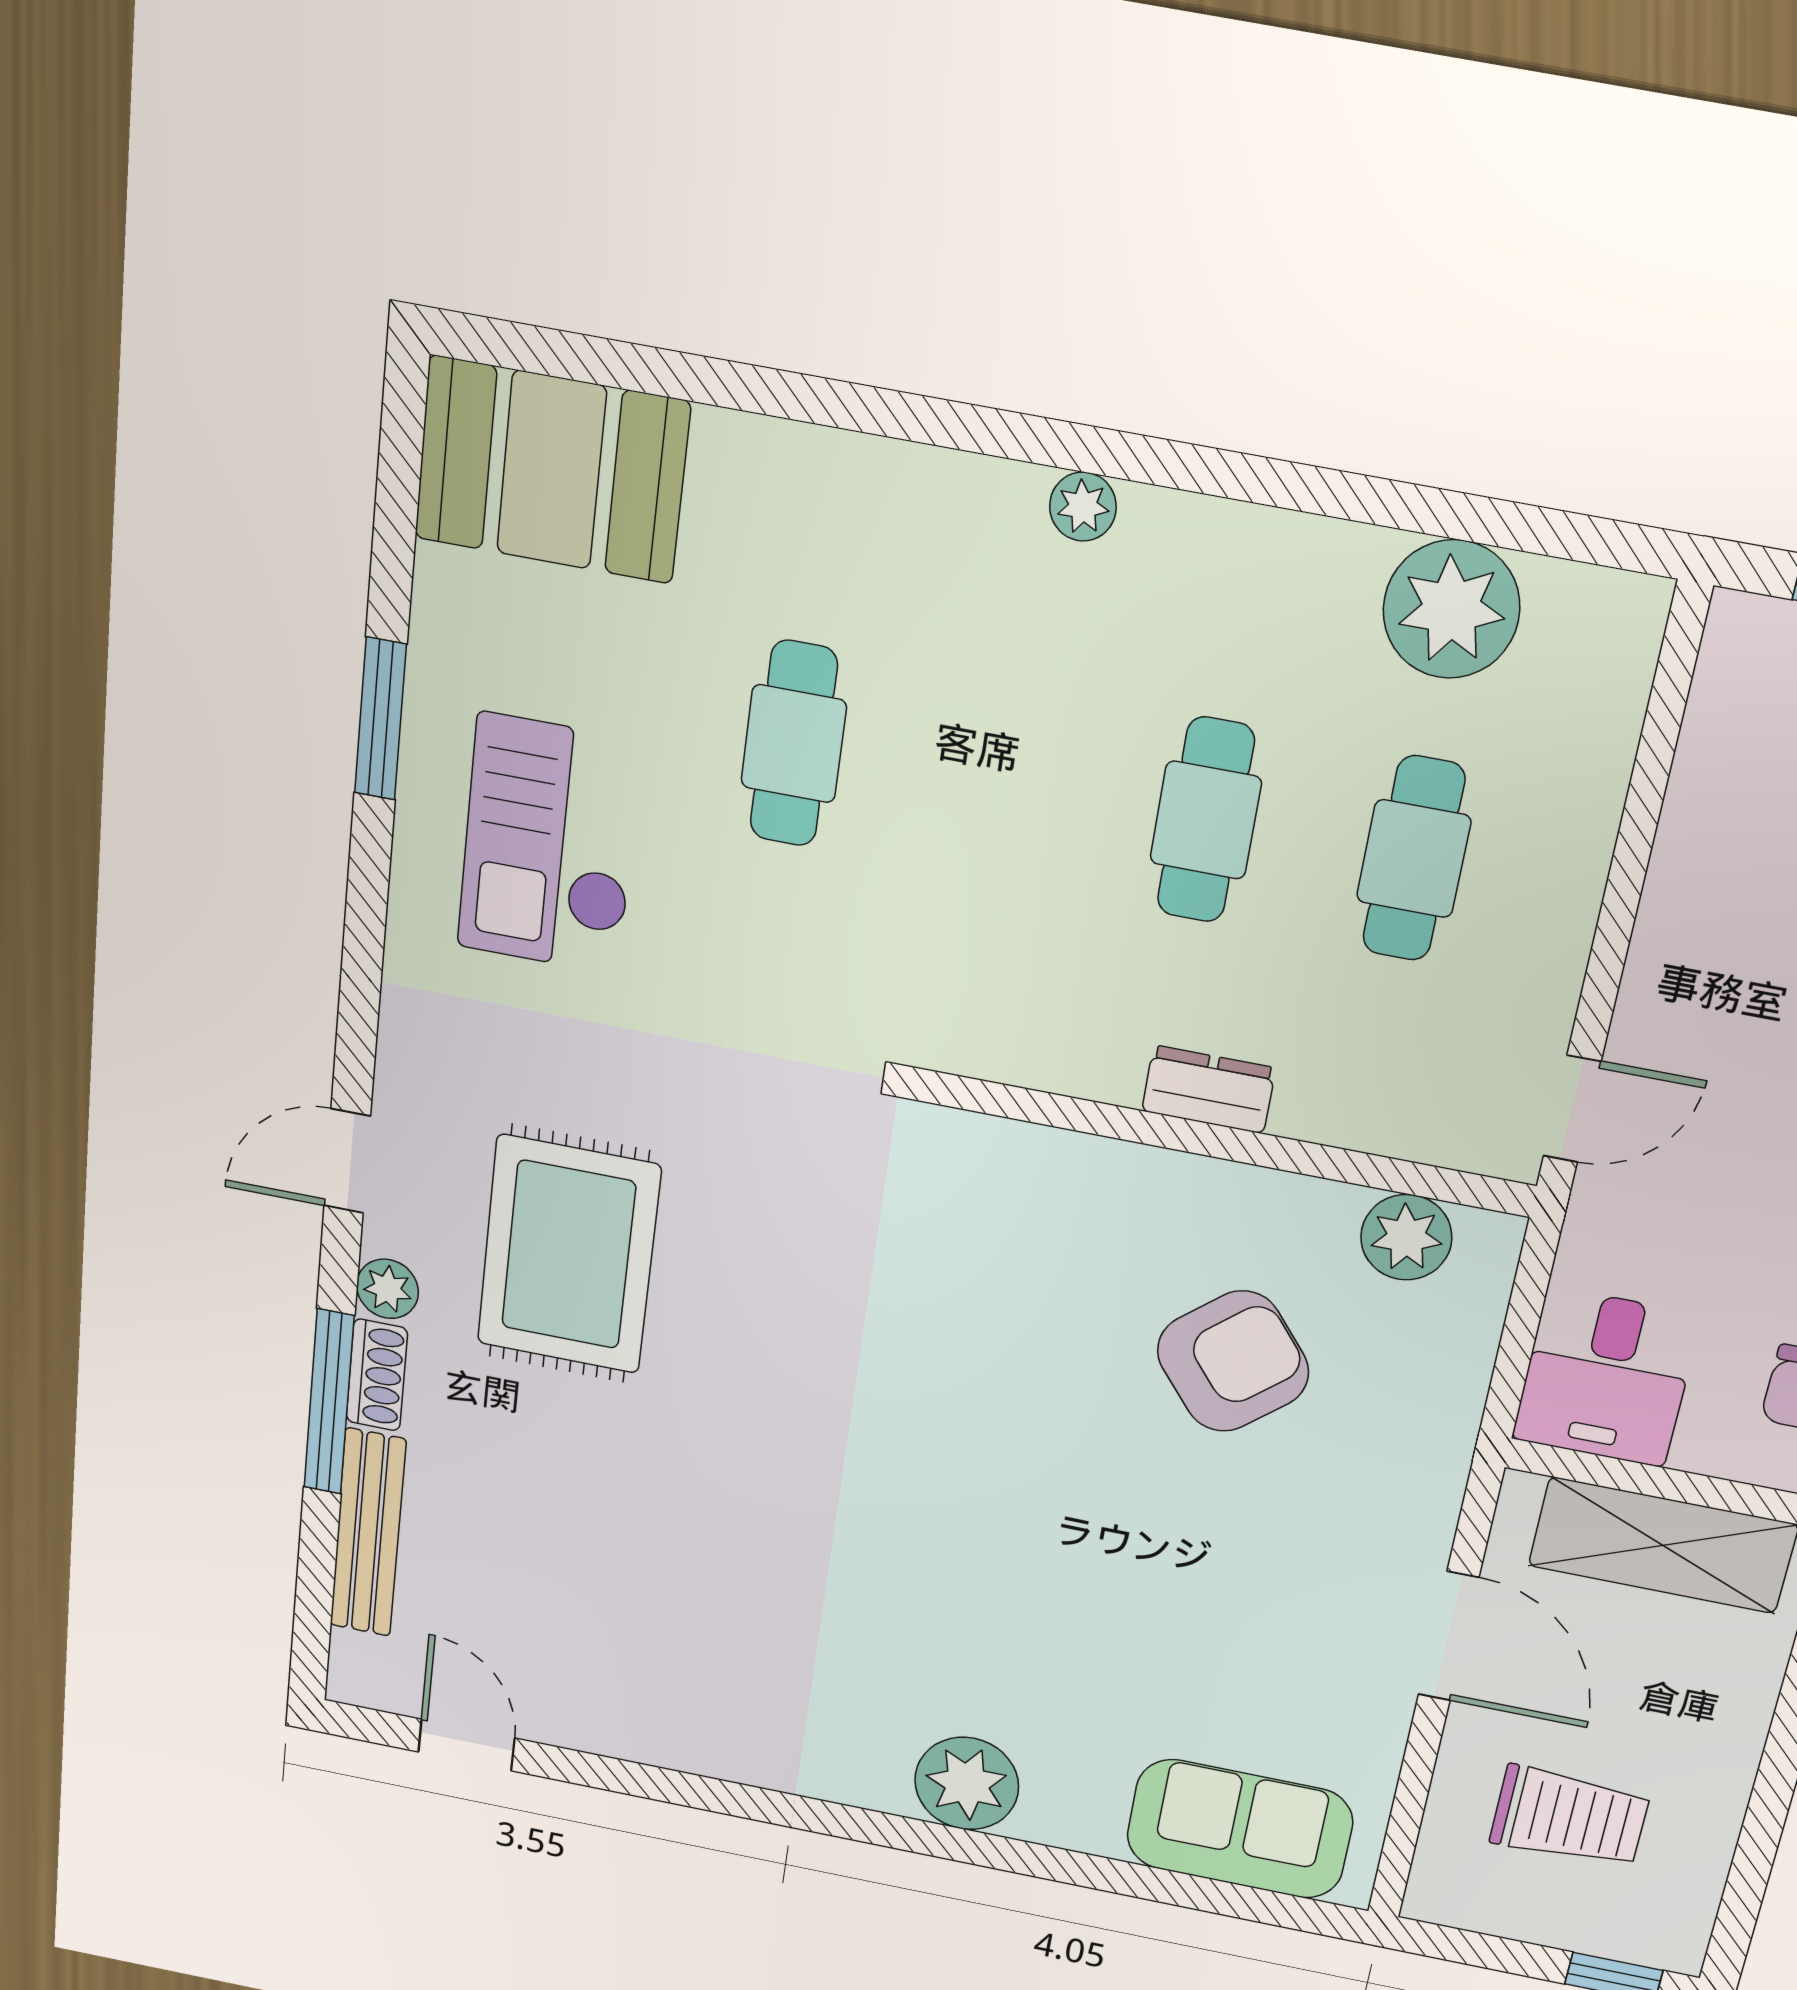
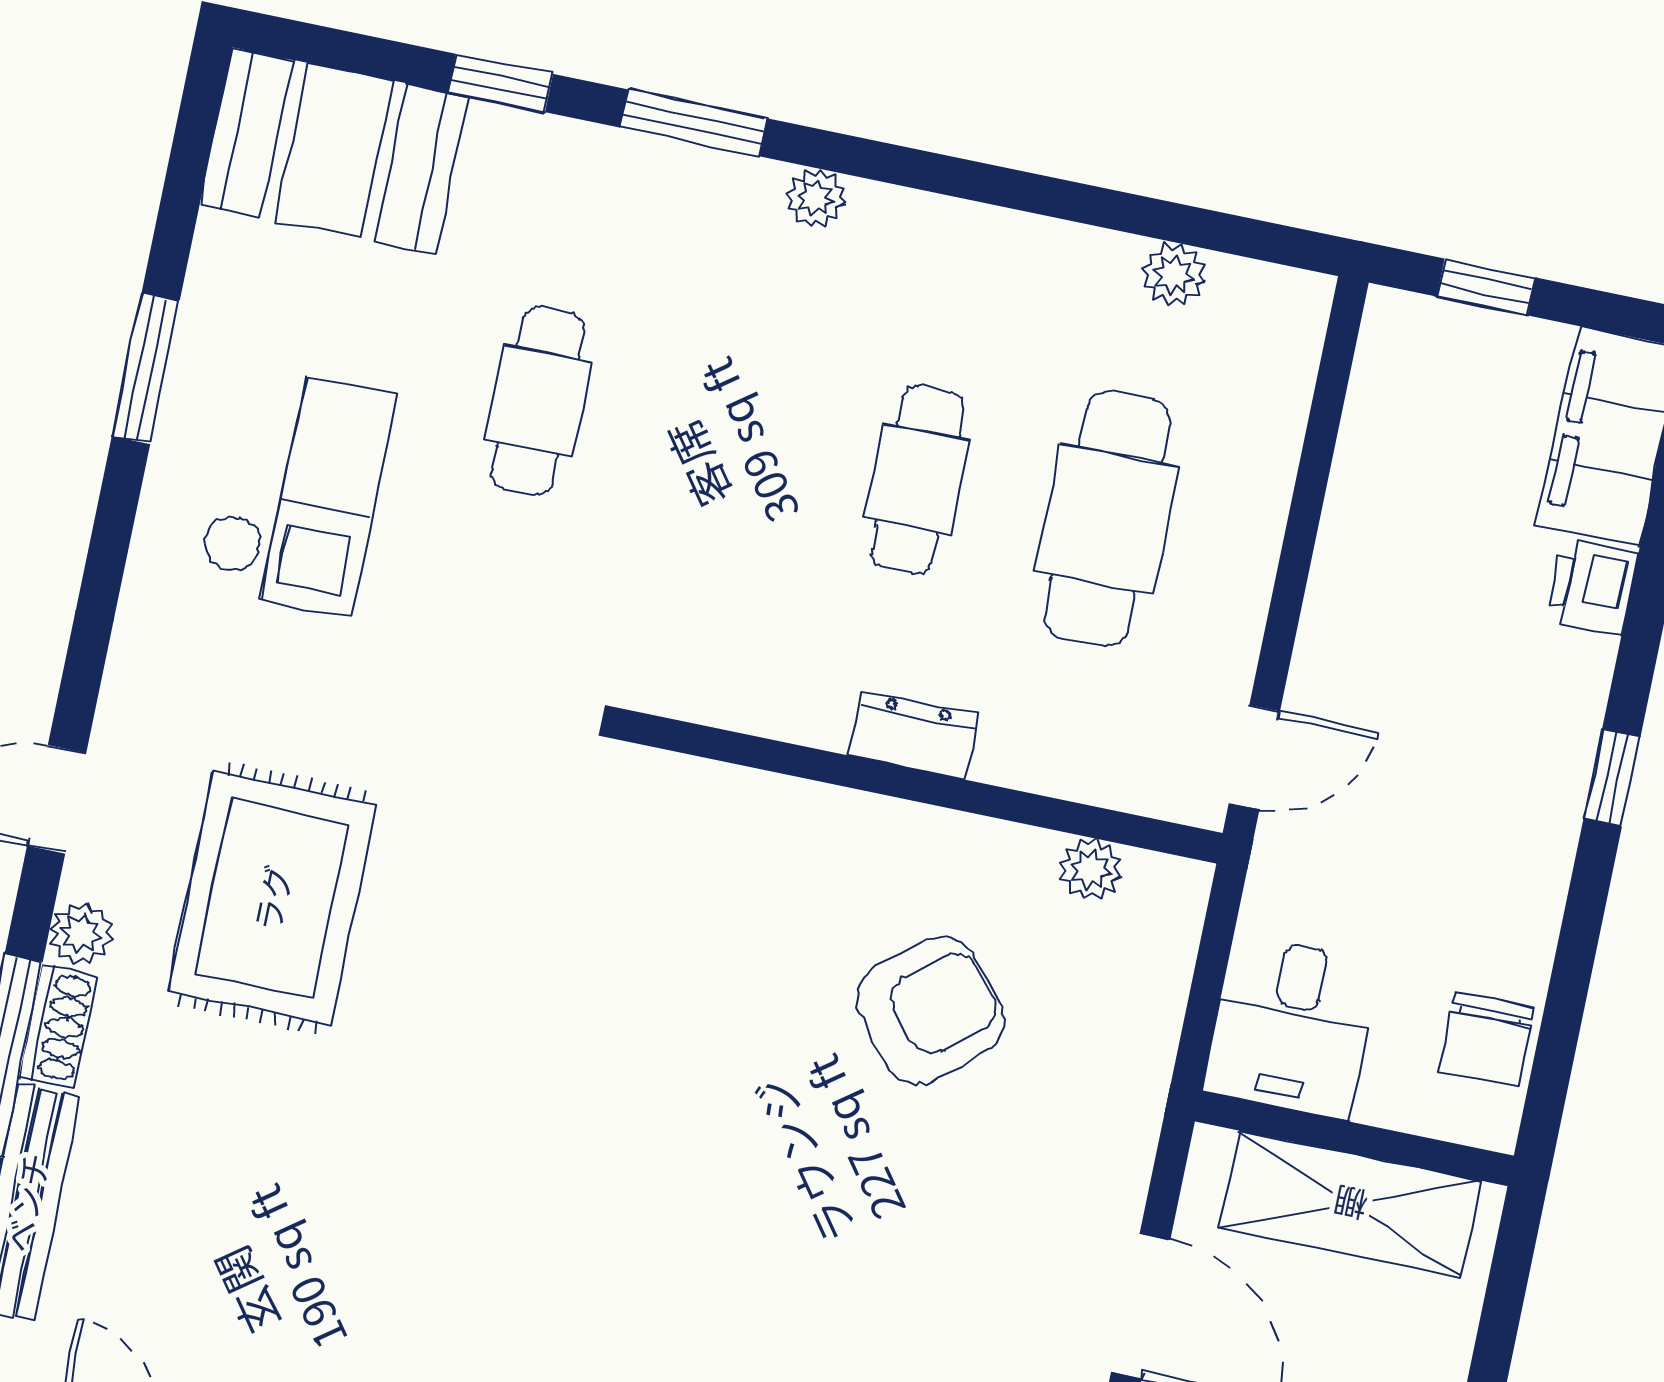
window: (726, 384) -> (501, 83), added
window: (943, 423) -> (693, 123), added
plant: (1451, 609) -> (1174, 275), width x0.53, depth x0.53
checkout: (549, 844) -> (296, 489), turned 180
cafe table: (1414, 859) -> (1107, 519), width x1.37, depth x1.35
plant: (1406, 1237) -> (1090, 869), width x0.73, depth x0.73

